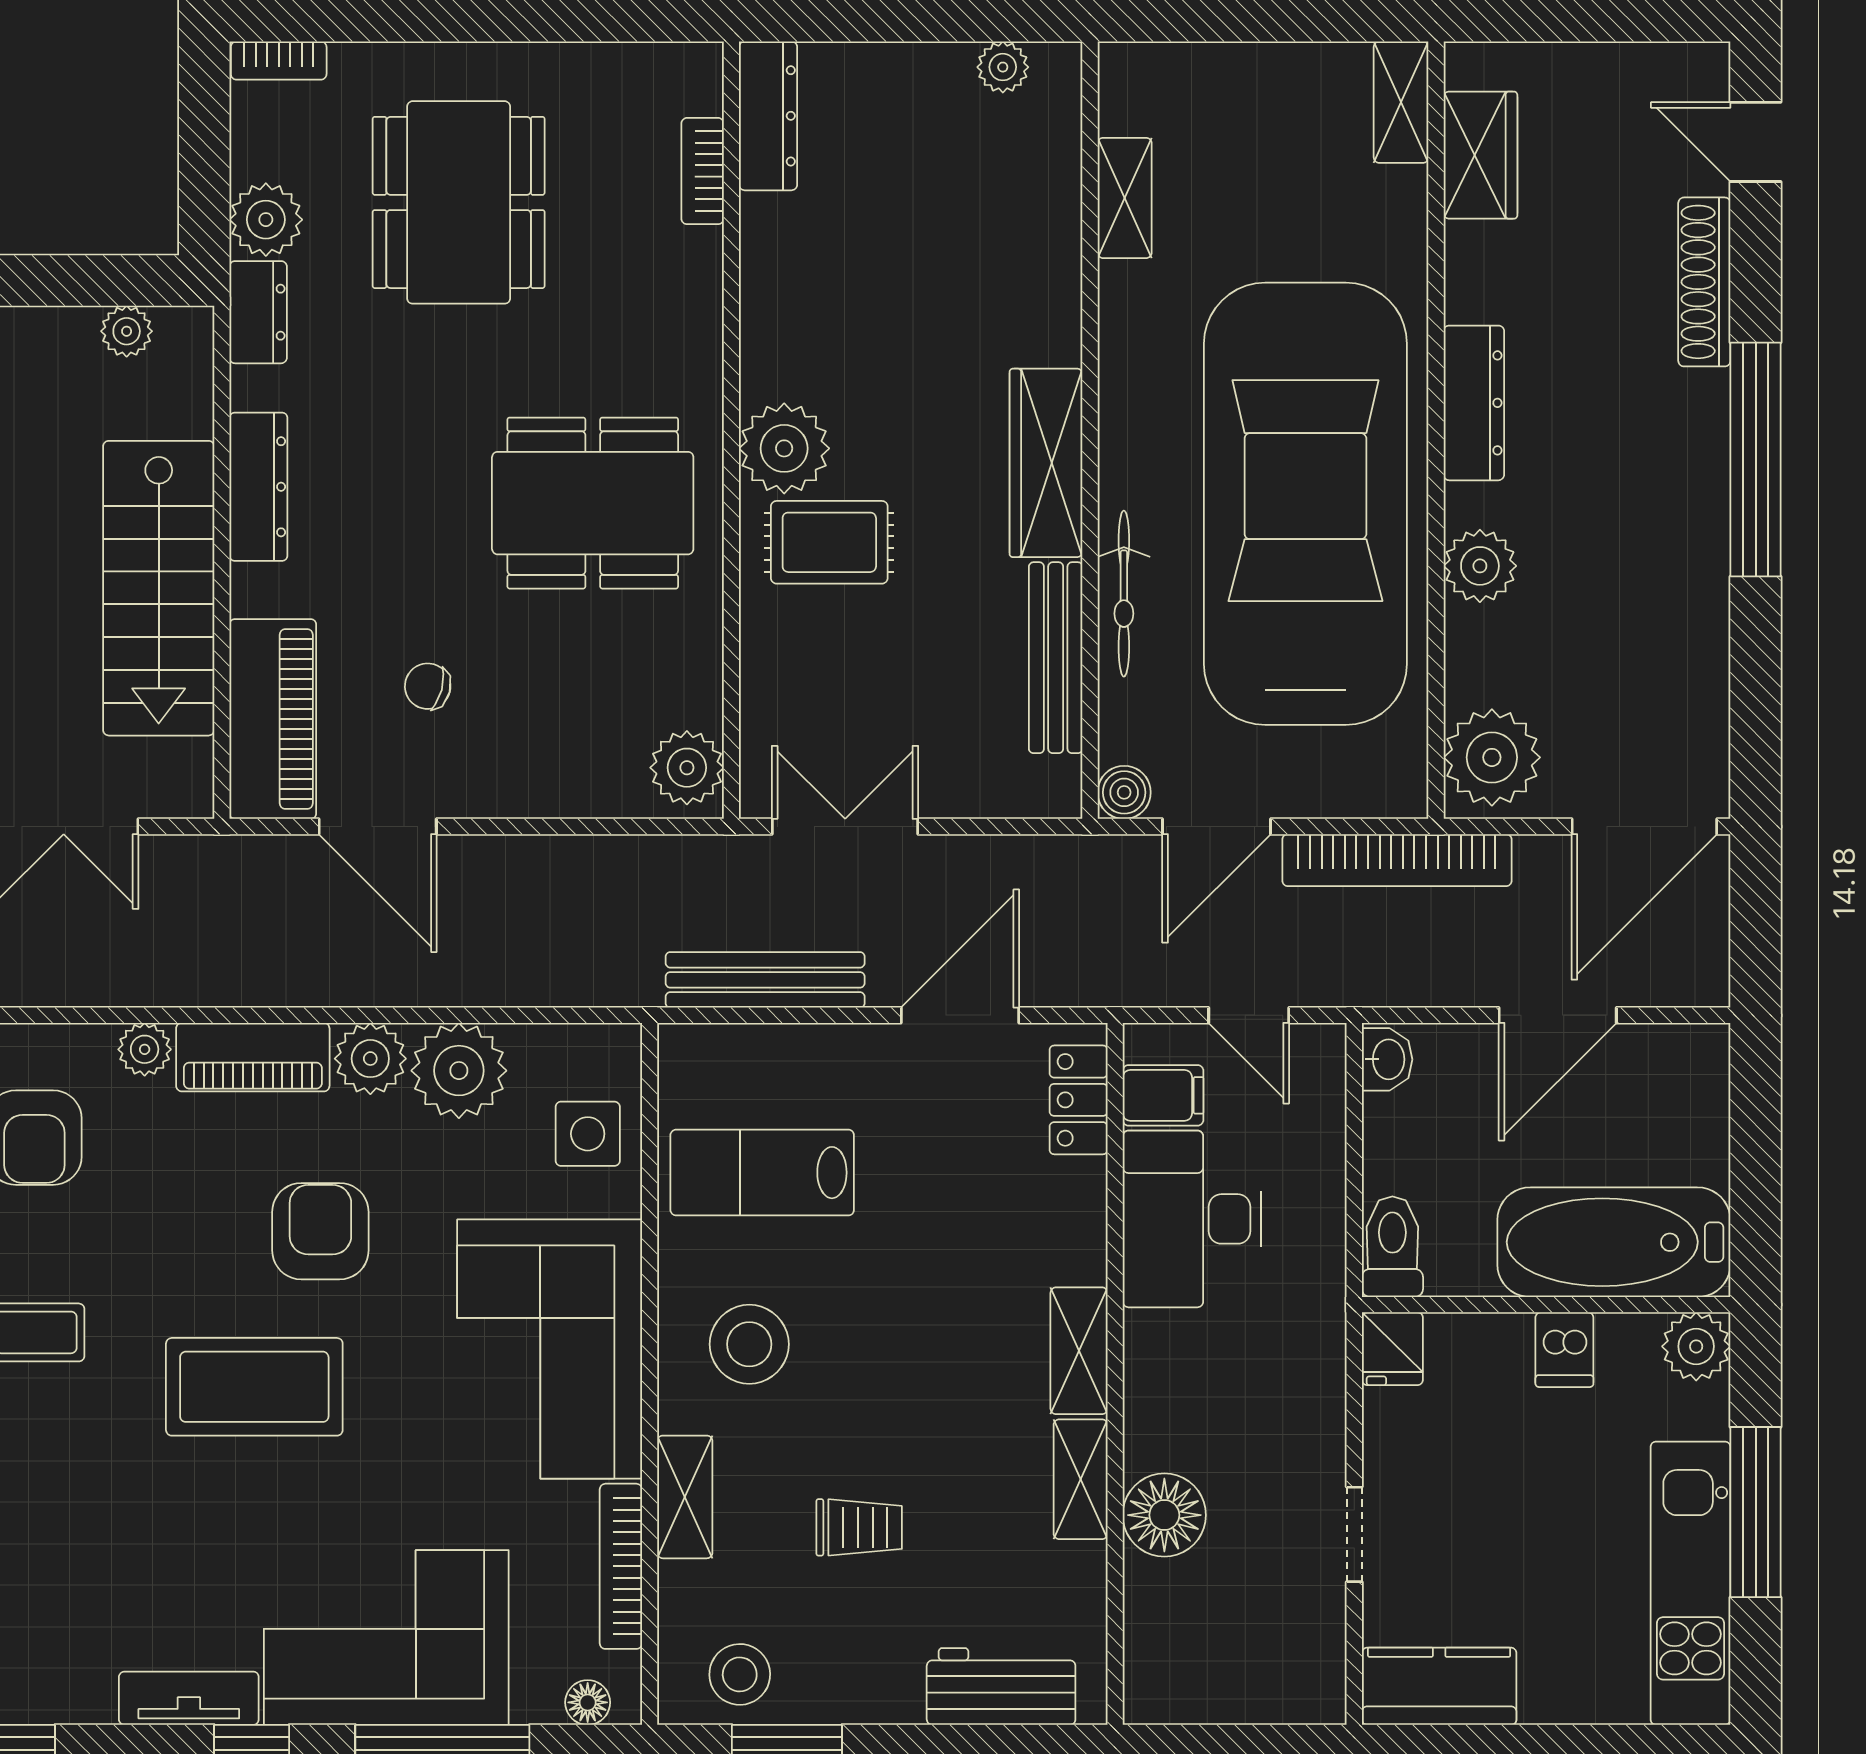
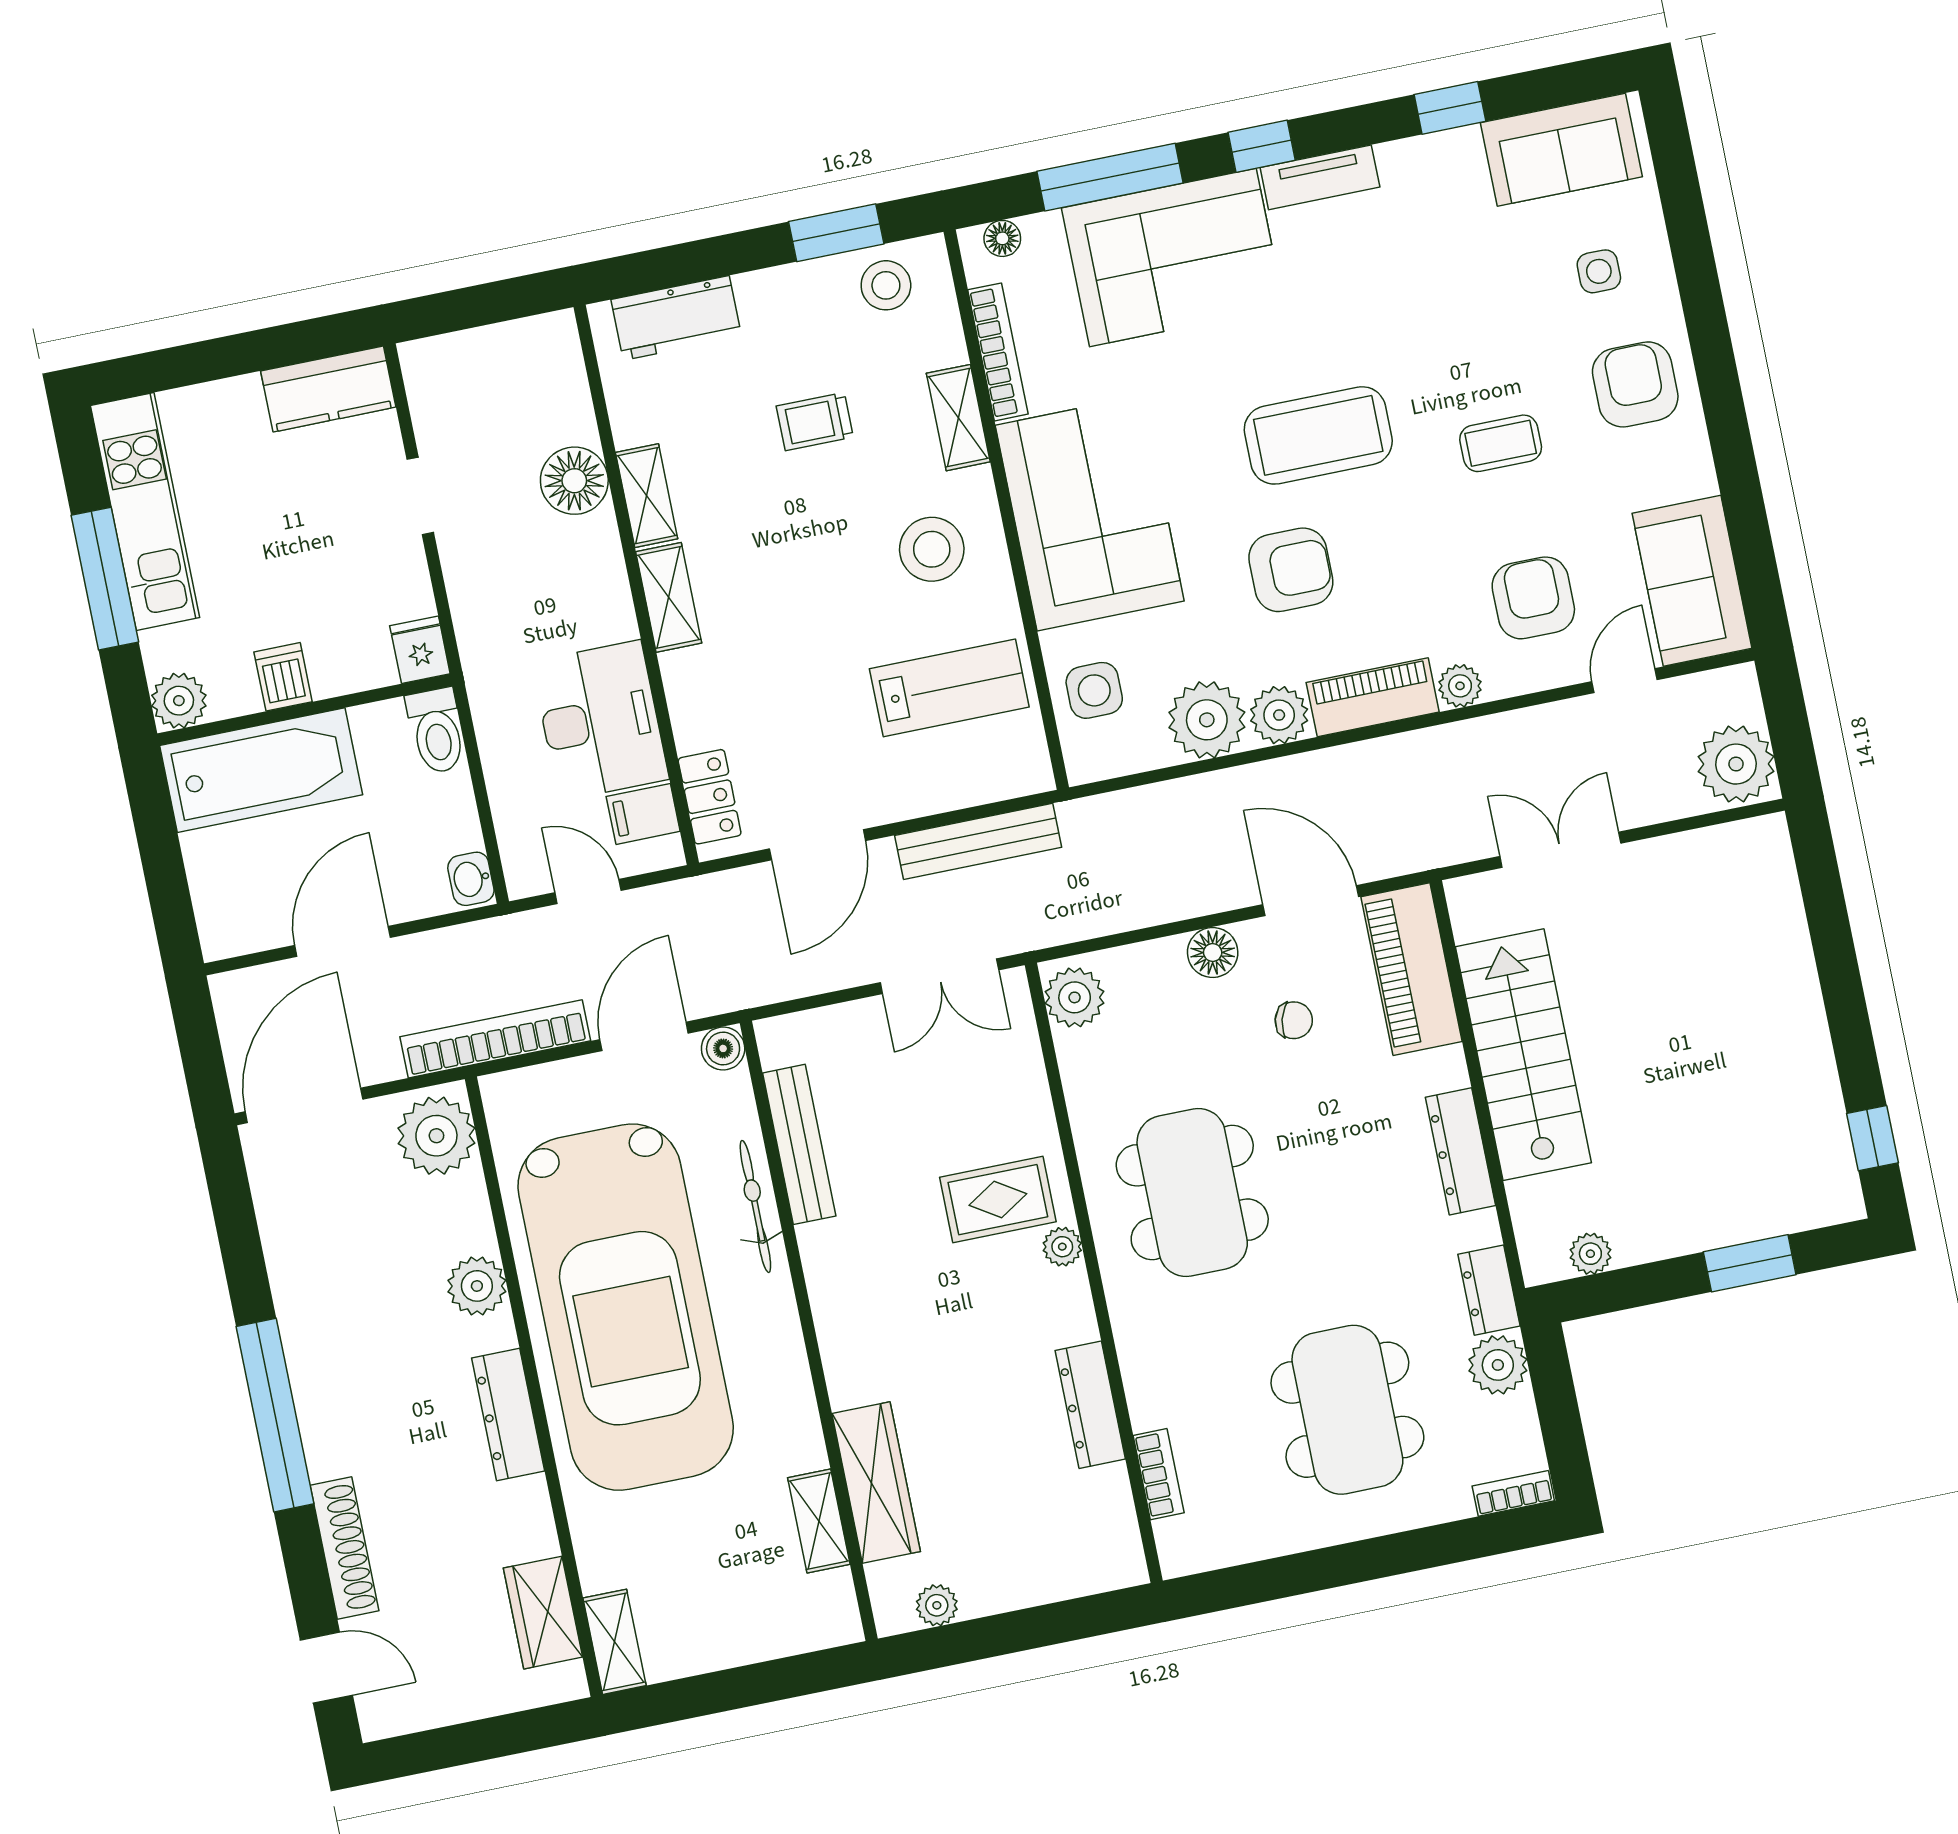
dresser: (768, 116) -> (1090, 1405), moved
plant: (784, 448) -> (1062, 1247), width x0.53, depth x0.53
wardrobe: (1046, 463) -> (876, 1482), moved
dining table: (593, 503) -> (1192, 1192), turned 90
floor lamp: (509, 788) -> (1213, 952), added
armchair: (320, 1231) -> (1291, 570), turned -90

